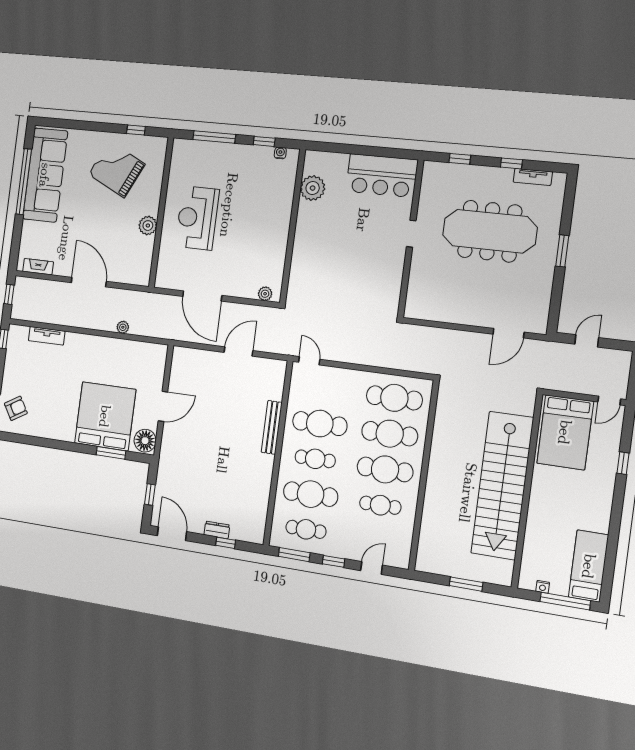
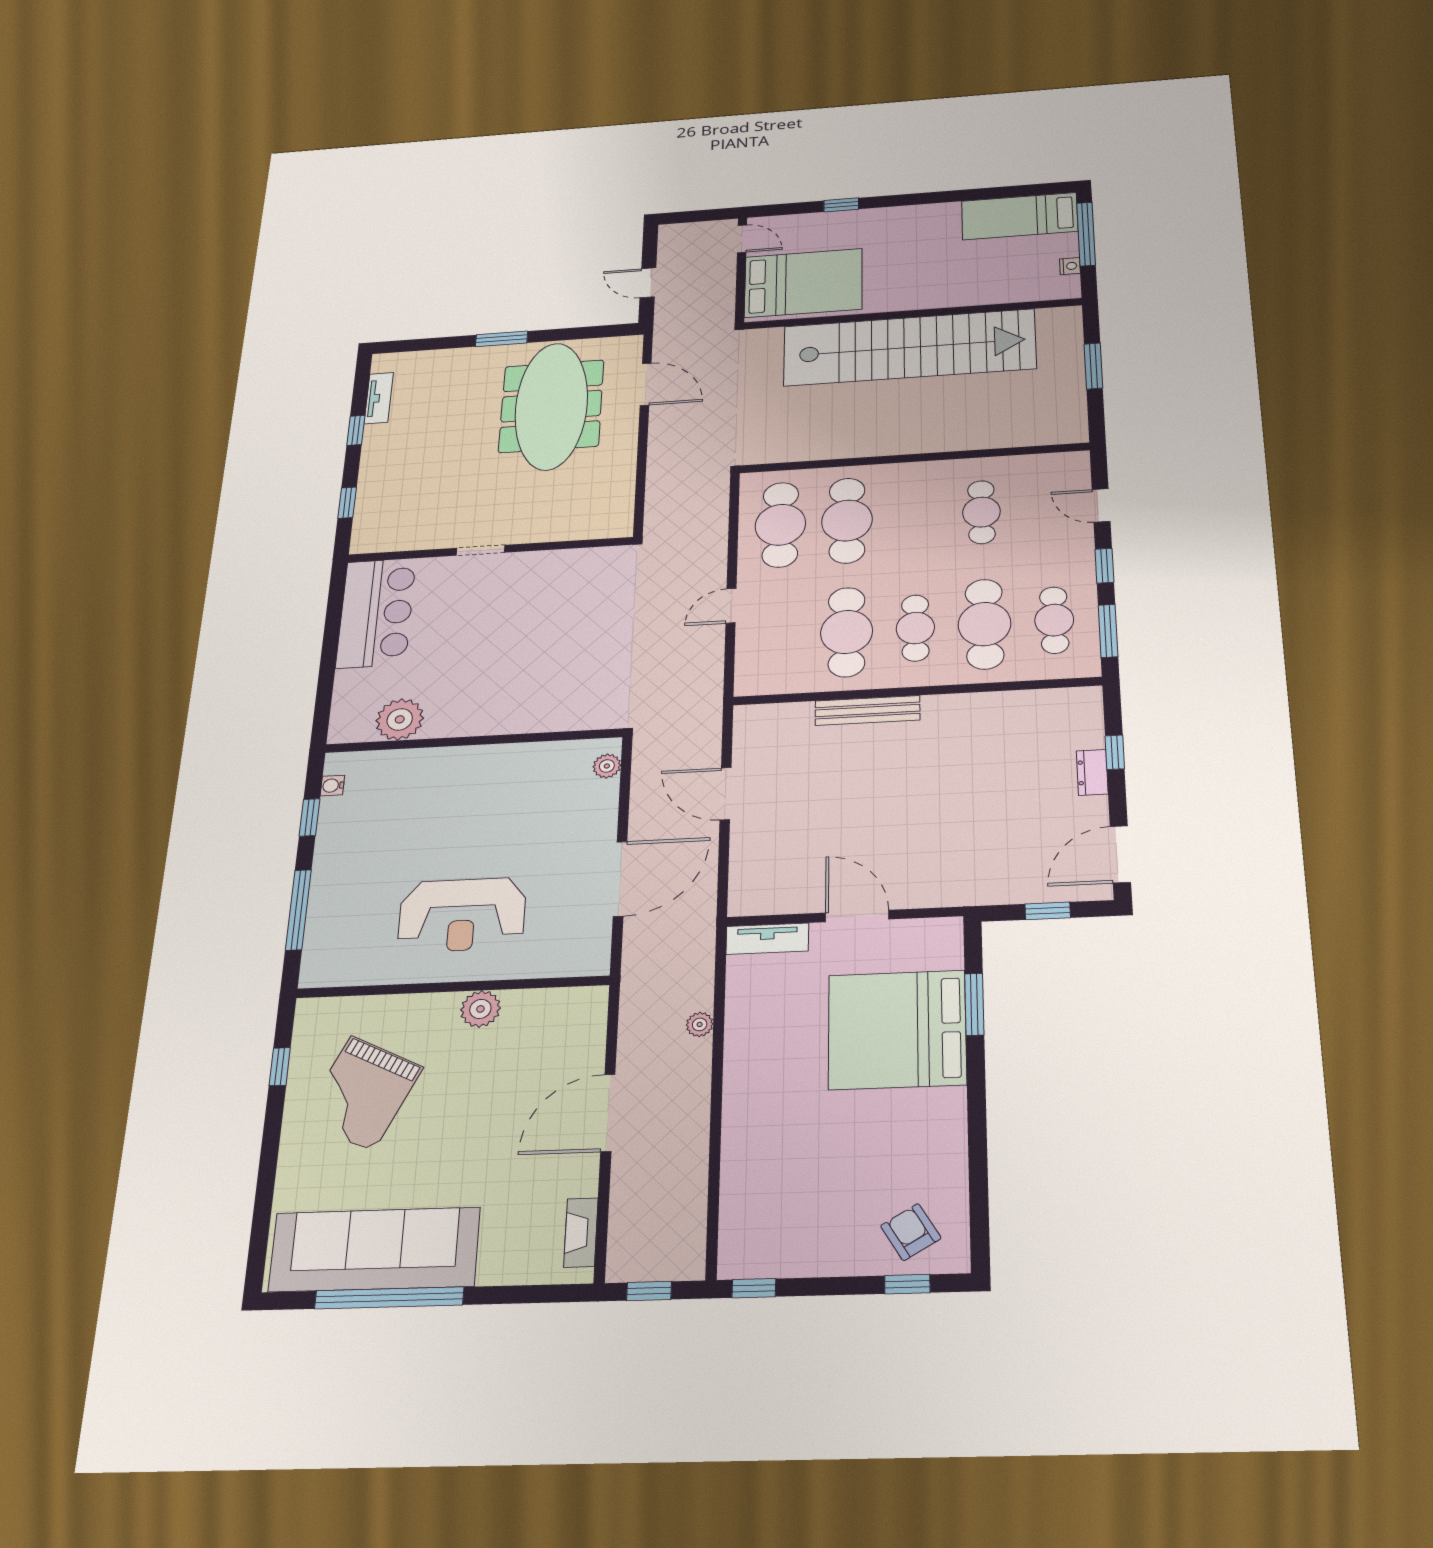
meeting table: (490, 231) -> (551, 406), moved
tv unit: (47, 336) -> (767, 939), moved, turned 90
door: (309, 361) -> (731, 606), moved
floor lamp: (145, 441) -> (935, 939), removed
cafe table: (385, 469) -> (914, 516), removed

